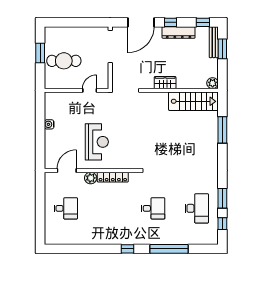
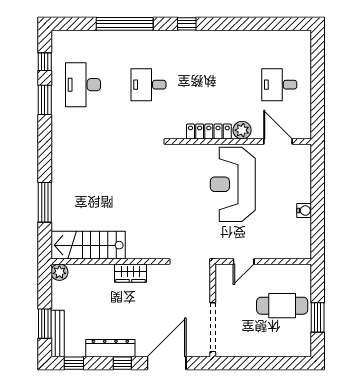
reception desk: (97, 142) -> (233, 184), width x1.36, depth x1.30
door: (67, 170) -> (278, 141), swing flipped

